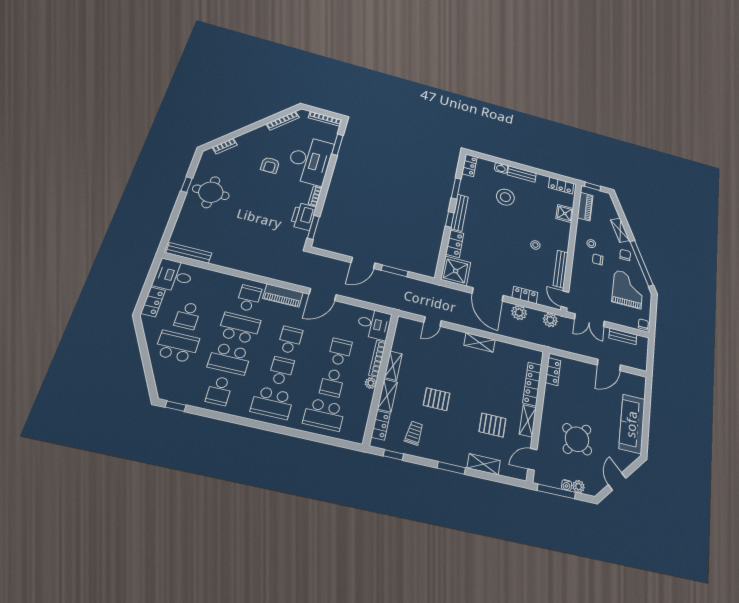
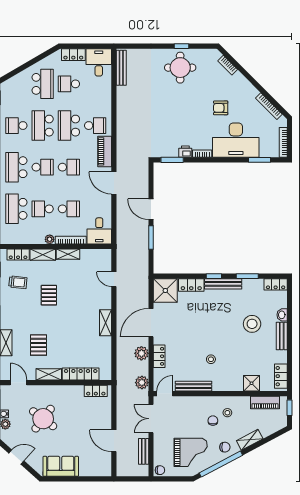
printer: (303, 216) -> (185, 152), width x0.53, depth x0.68
school desk: (239, 328) -> (69, 126), turned 180
sofa: (632, 424) -> (61, 466), width x0.73

